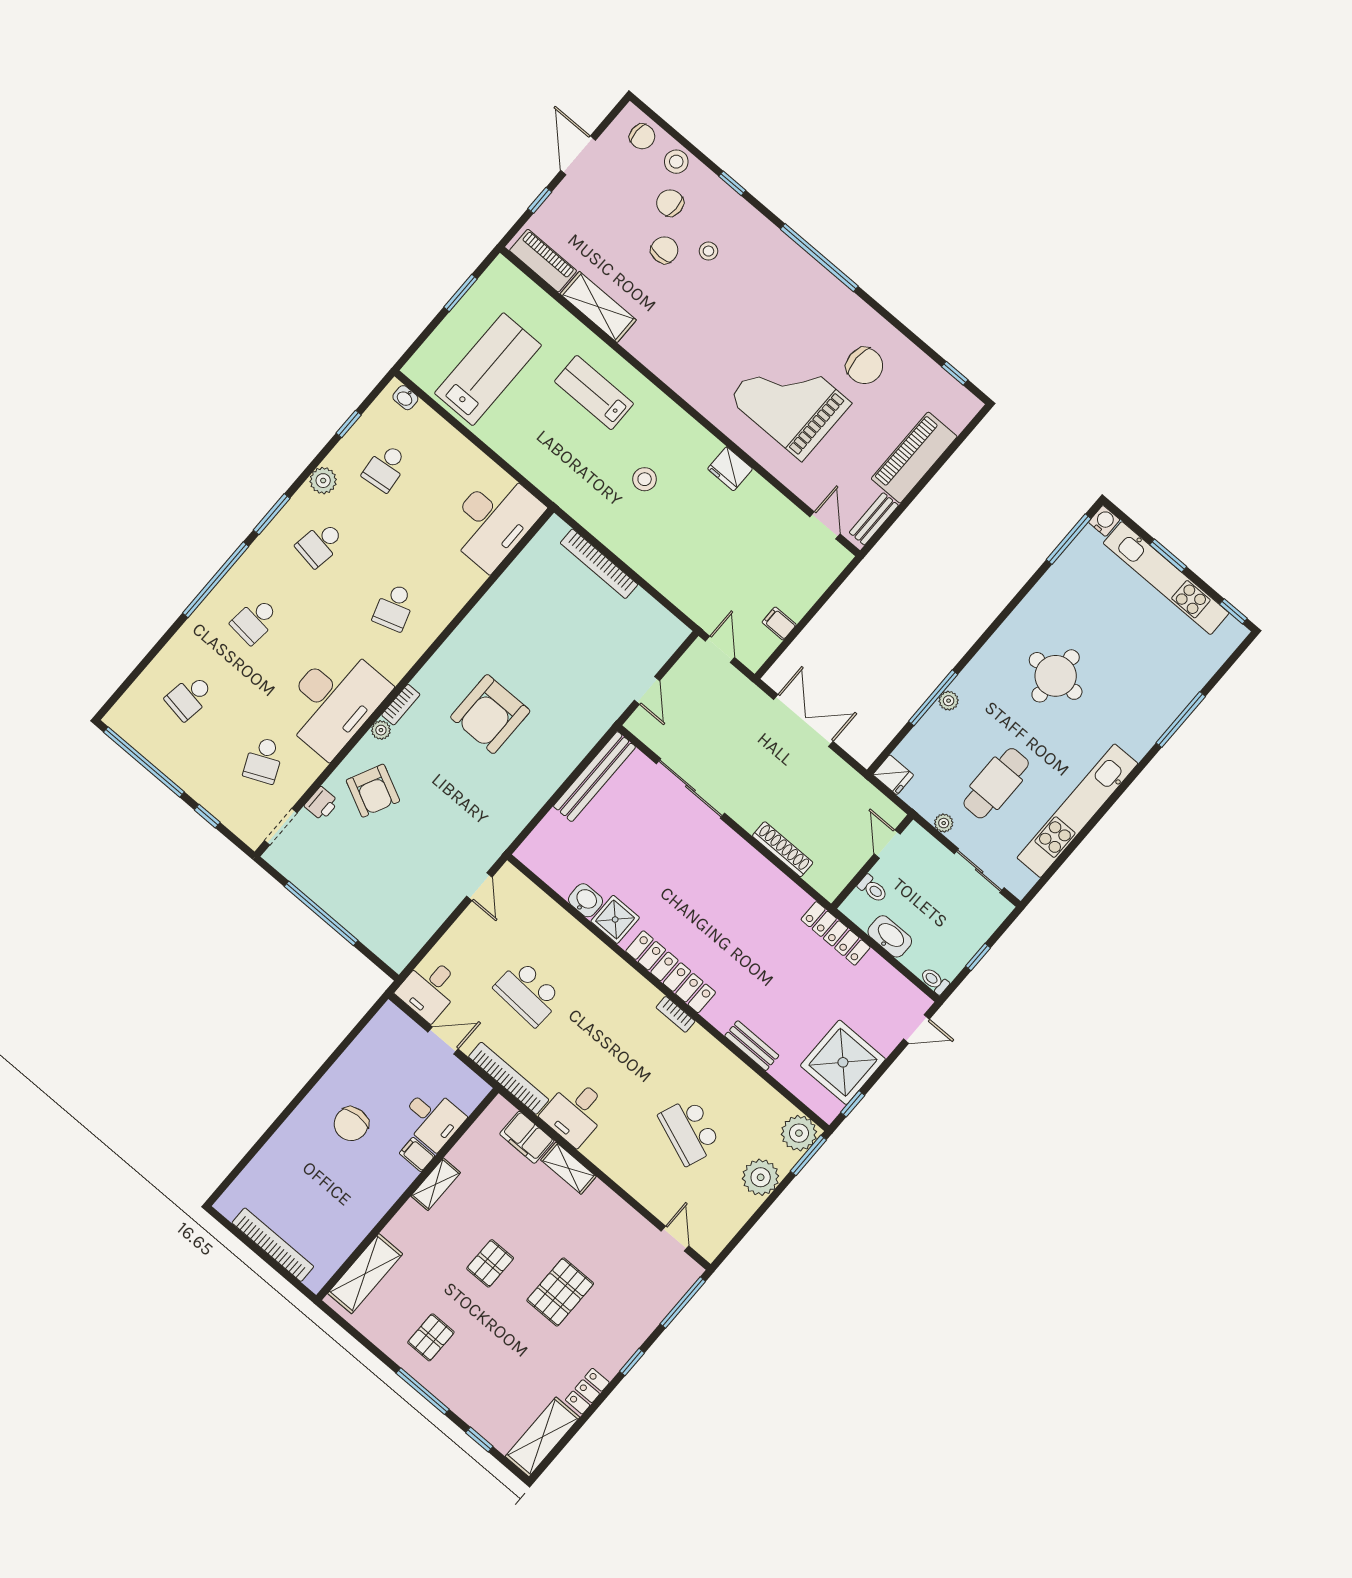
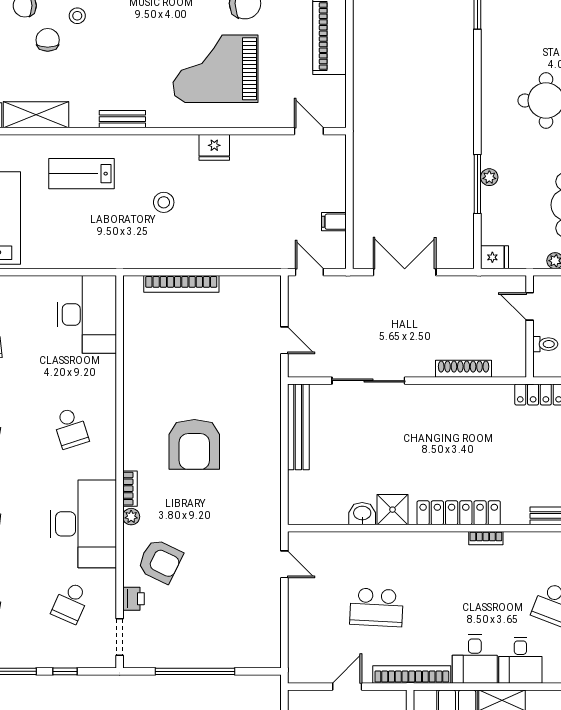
bench: (874, 519) -> (122, 119), moved, turned 90
school desk: (264, 760) -> (71, 603), turned 48
desk: (429, 989) -> (520, 660), moved

